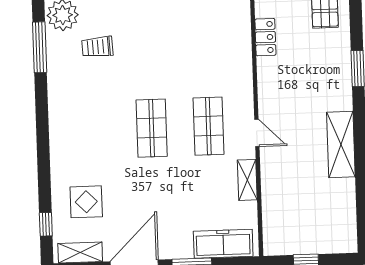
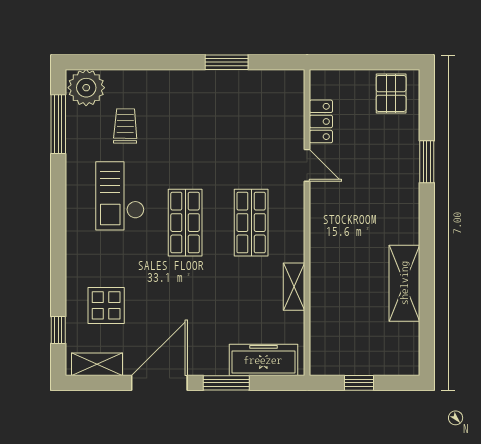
trolley: (97, 47) -> (125, 126), turned 94
checkout: (95, 107) -> (120, 196), added
door: (257, 133) -> (307, 165), moved
shelving: (341, 144) -> (404, 283), moved

